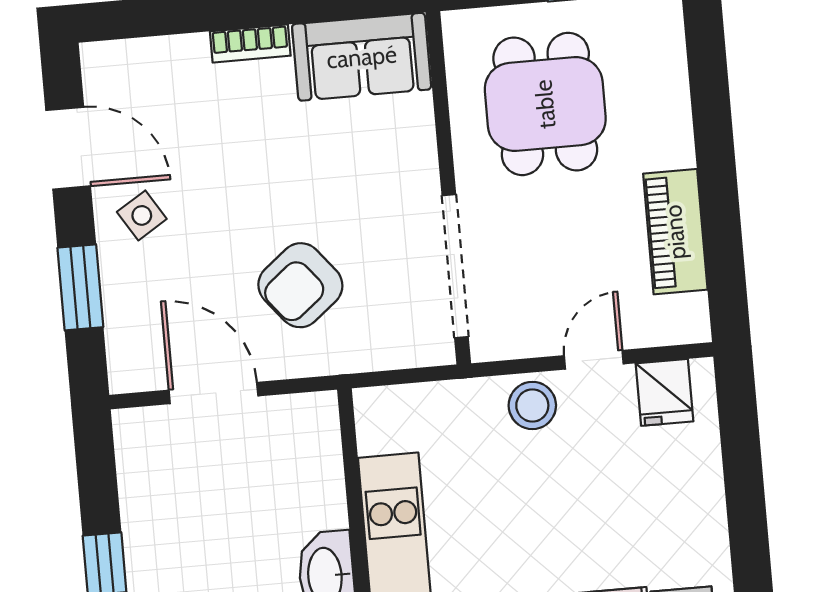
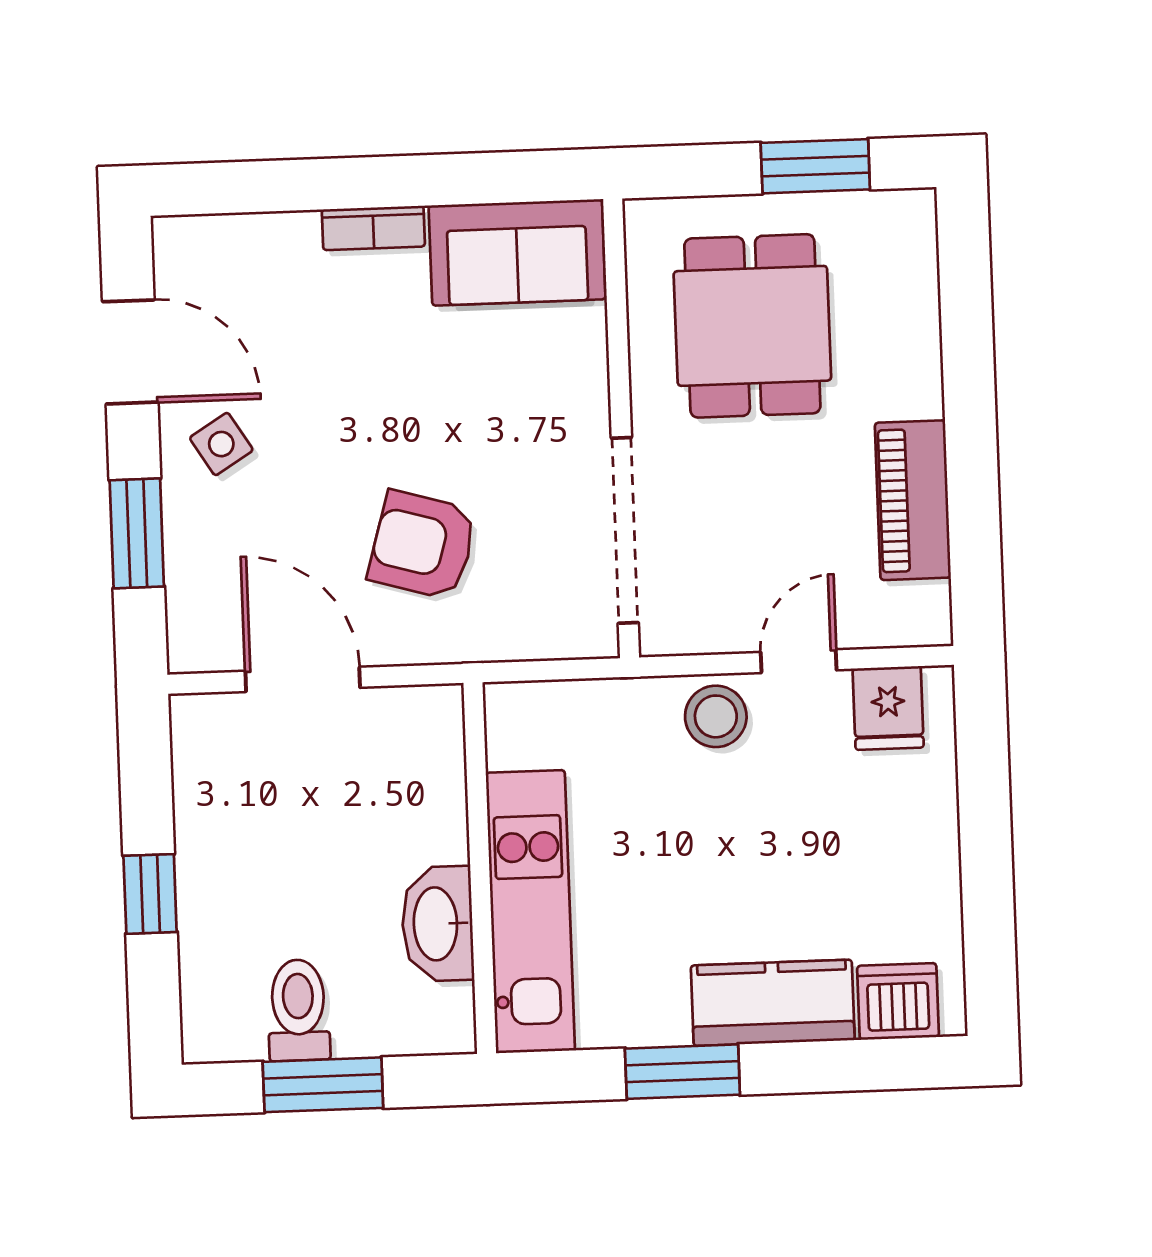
armchair: (300, 285) -> (423, 545), turned 55

